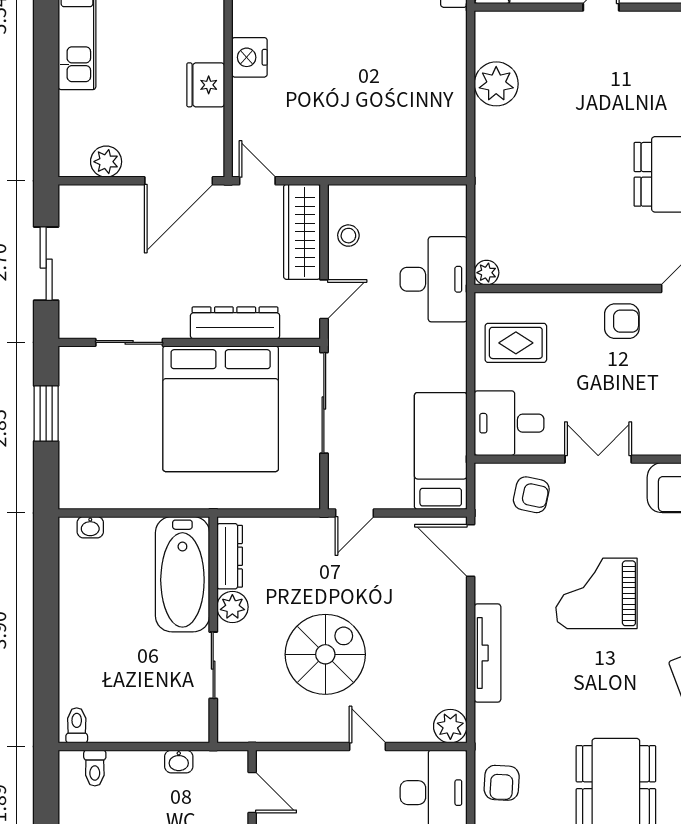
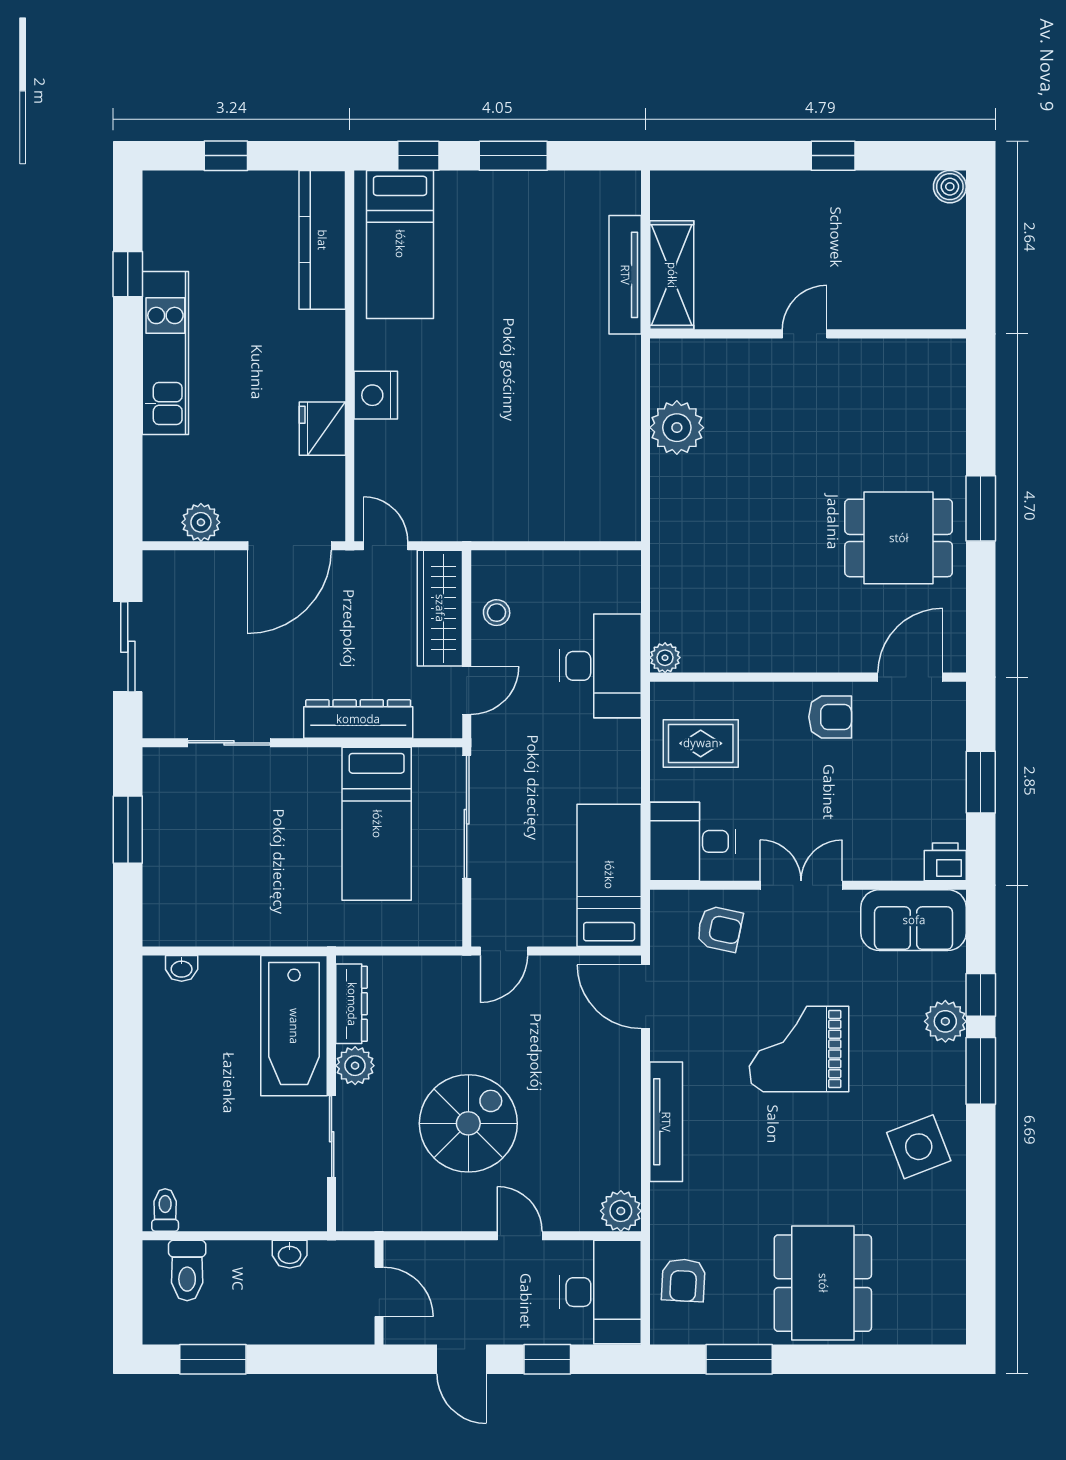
bed: (221, 409) -> (377, 824), width x0.49
toilet: (95, 768) -> (187, 1271), width x1.37, depth x1.39

